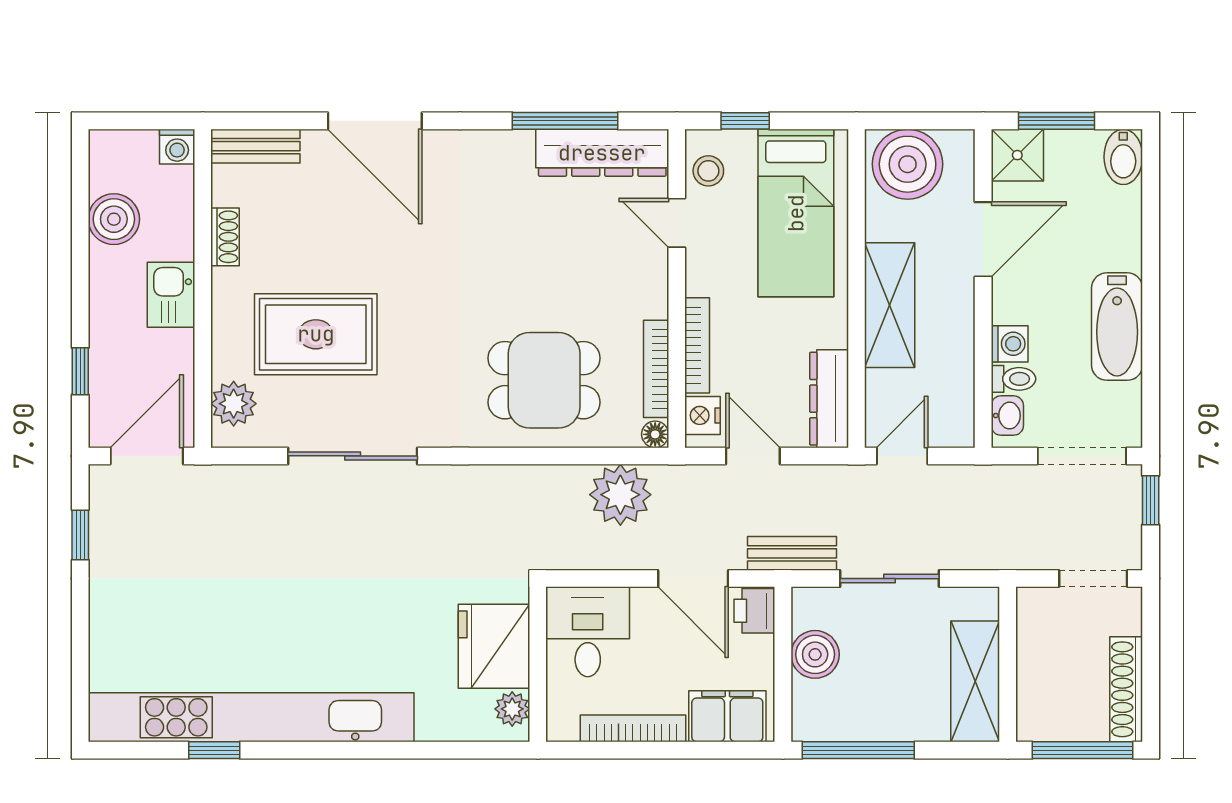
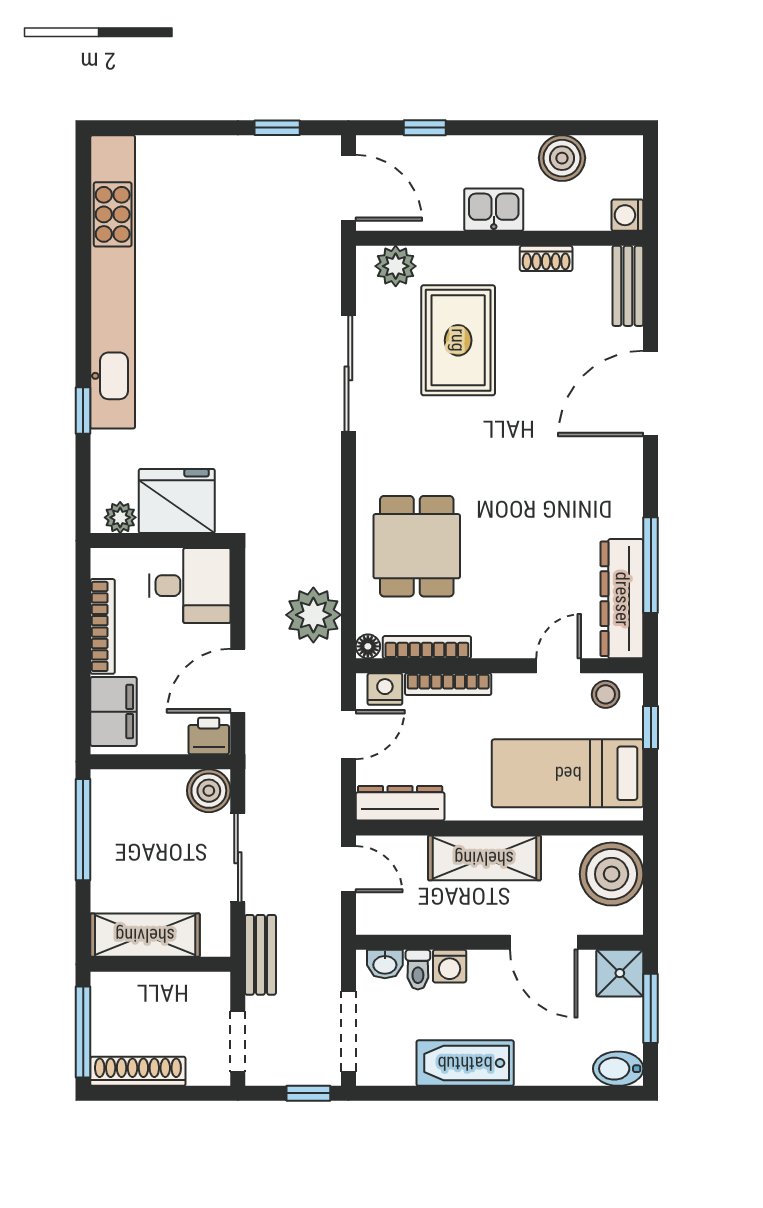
bench: (792, 553) -> (261, 955), moved
boiler: (815, 654) -> (209, 791), moved
window: (214, 750) -> (83, 410), moved

